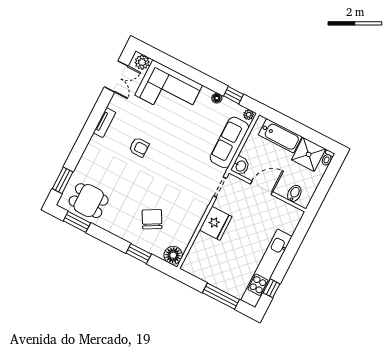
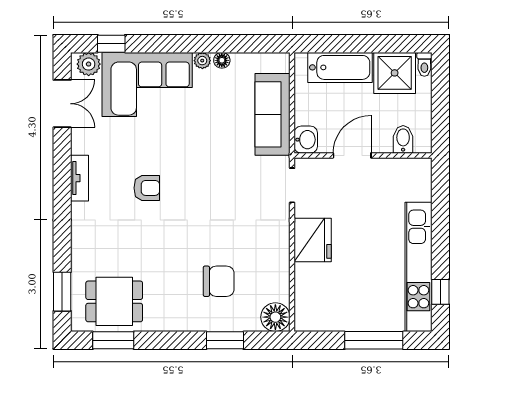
window: (234, 95) -> (111, 44), moved
plant: (249, 115) -> (202, 61), moved
chair: (152, 219) -> (219, 281), turned 119

